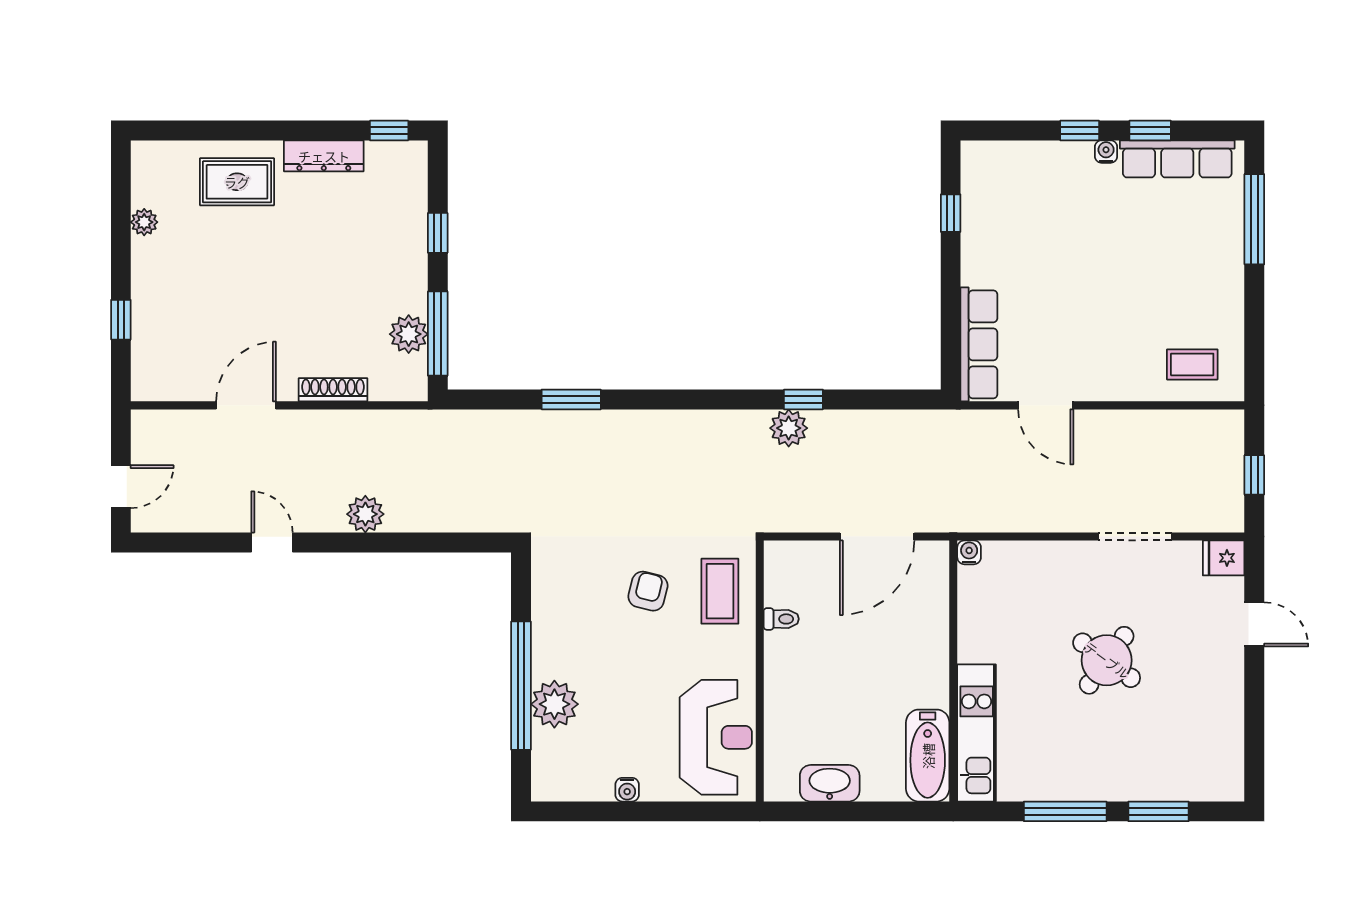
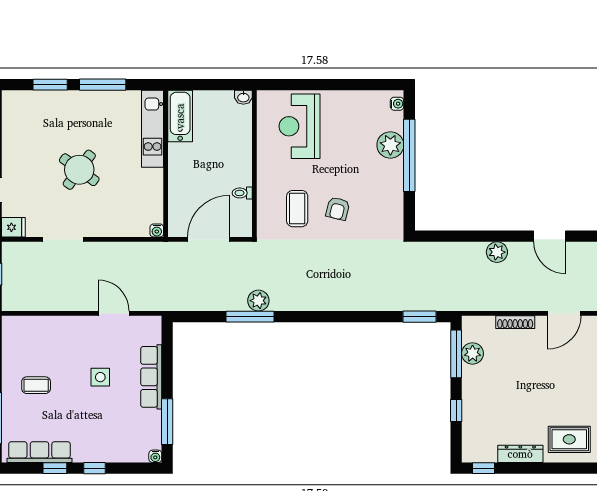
water cooler: (1106, 152) -> (155, 456), moved
window: (951, 213) -> (167, 422), width x2.17
side table: (1069, 292) -> (100, 377), added
row of seats: (979, 344) -> (151, 377), moved
coffee table: (1192, 364) -> (36, 385), moved
window: (571, 399) -> (420, 317), moved
window: (803, 399) -> (250, 317), width x2.17
door: (272, 542) -> (550, 236), width x1.38
toilet: (781, 619) -> (242, 193), moved
wall: (760, 671) -> (254, 164), moved
washbasin: (830, 783) -> (243, 97), width x0.52, depth x0.69
water cooler: (627, 790) -> (397, 104), moved, turned 90

